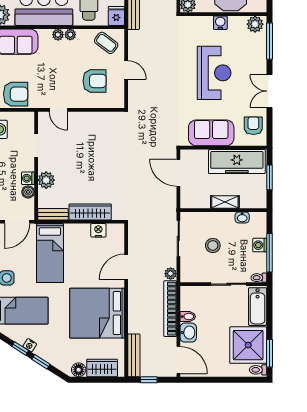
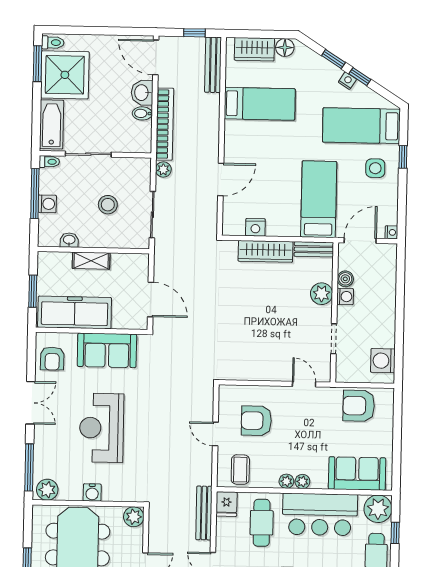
coffee table: (106, 43) -> (240, 470), turned 53
bed: (97, 313) -> (260, 104), width x0.49

